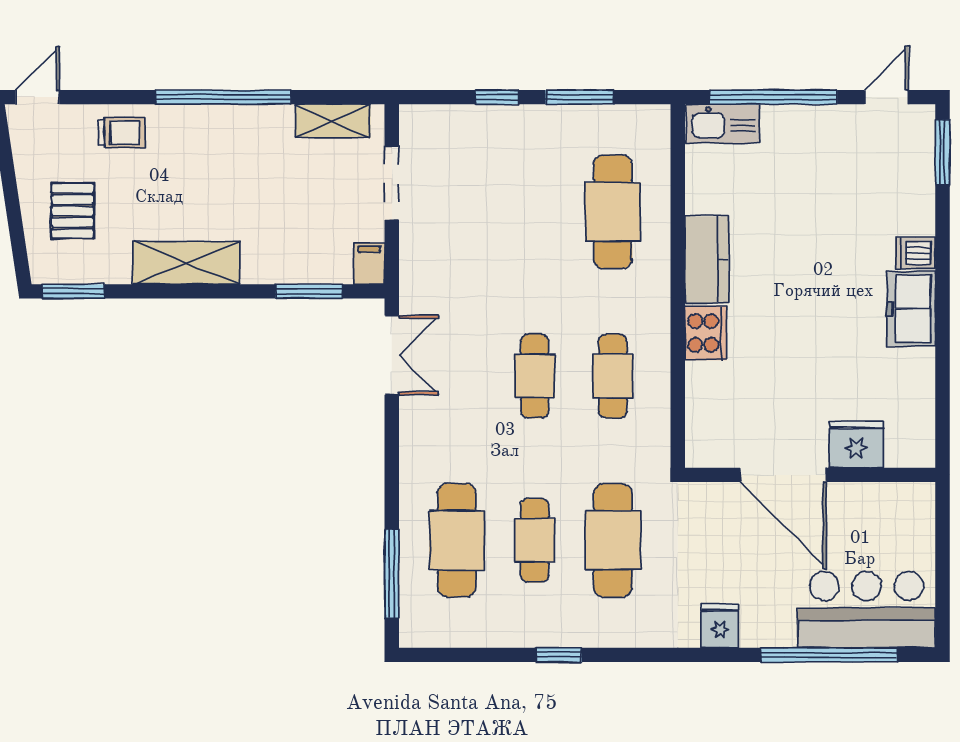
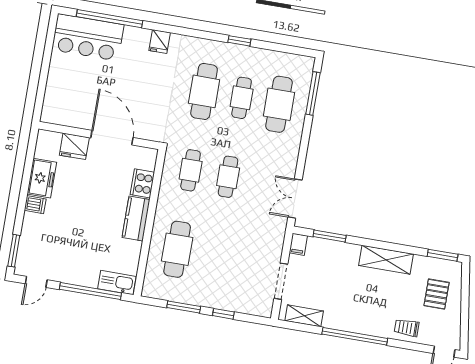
fridge: (856, 444) -> (74, 146), moved
door: (783, 475) -> (112, 138), moved
wall: (810, 475) -> (99, 135), moved

